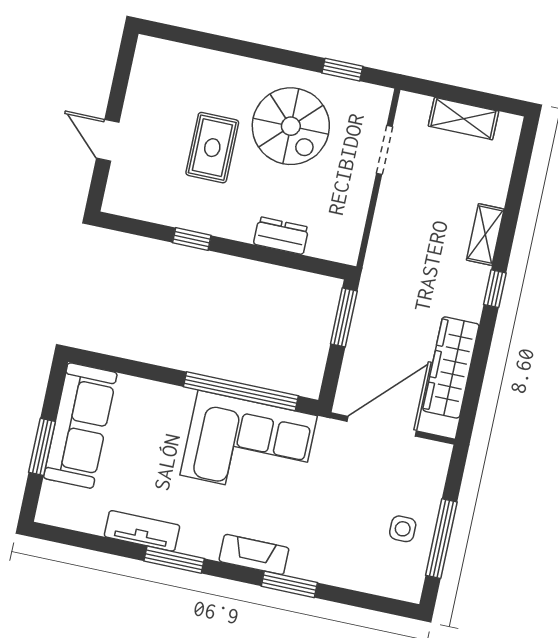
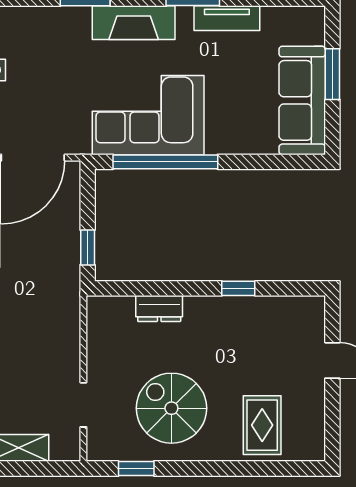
rug: (212, 148) -> (262, 425), moved
window: (344, 317) -> (88, 247), width x0.67
fireplace: (254, 554) -> (134, 23), width x1.37, depth x1.32

